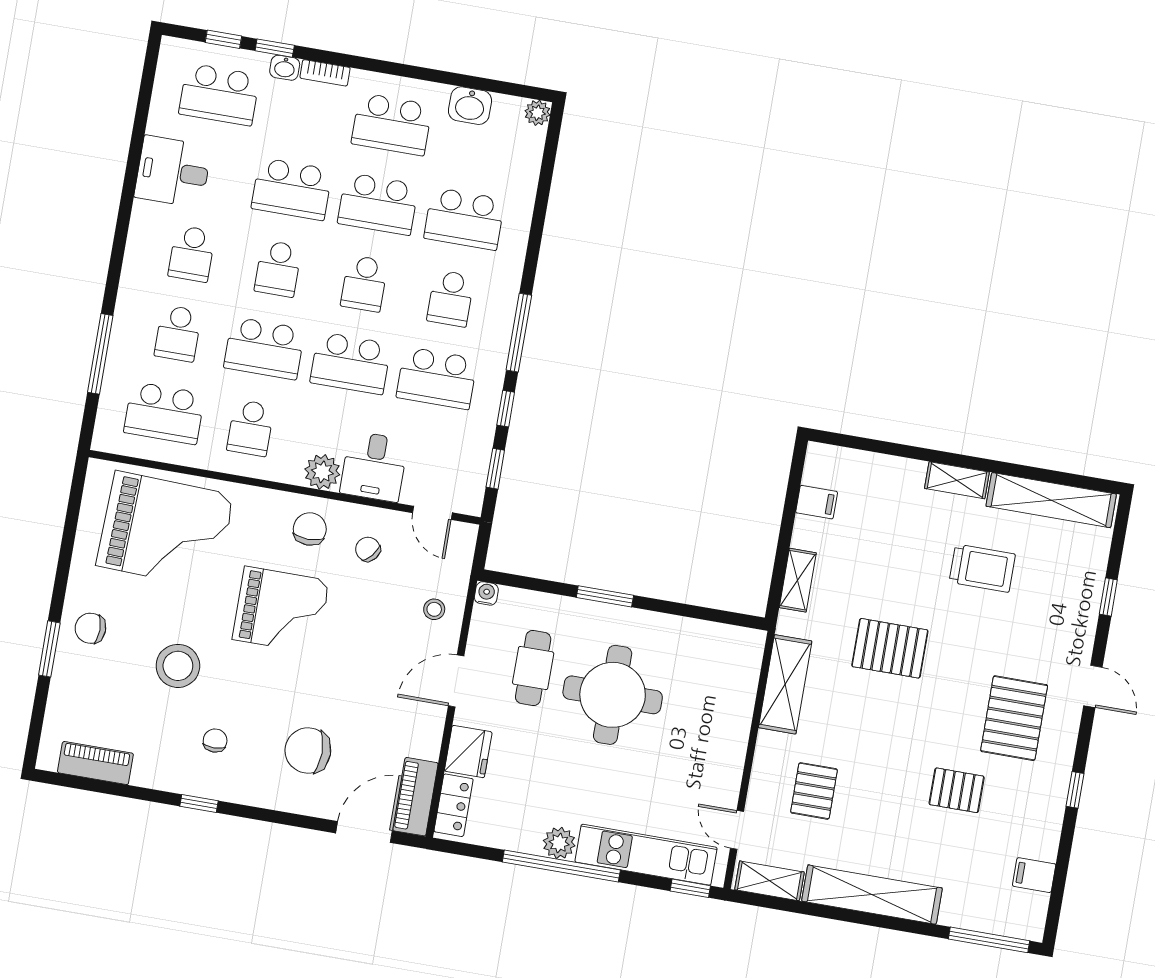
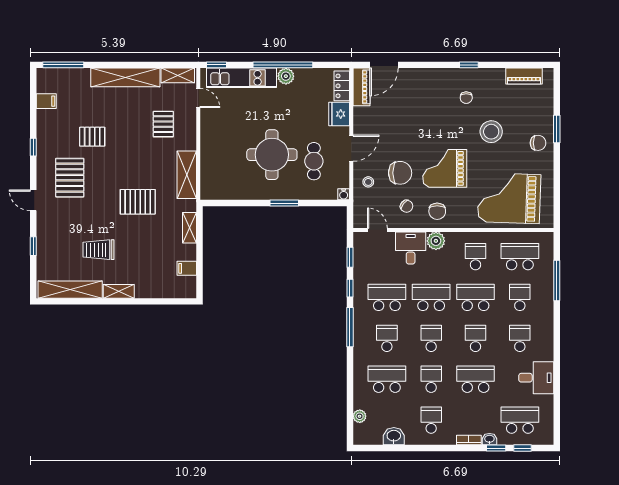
plant: (537, 113) -> (360, 416), moved
school desk: (392, 124) -> (431, 420), width x0.54
school desk: (378, 204) -> (431, 379), width x0.54
chair: (308, 751) -> (400, 173), moved

